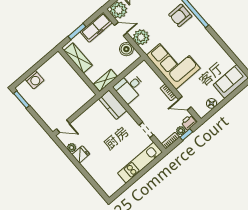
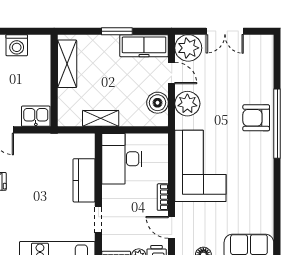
shelving: (78, 58) -> (67, 64), moved
wall: (79, 71) -> (54, 81), moved
desk: (129, 88) -> (122, 159), width x1.37
kitchen counter: (113, 105) -> (84, 180), moved
kitchen sink: (73, 106) -> (36, 116), added

